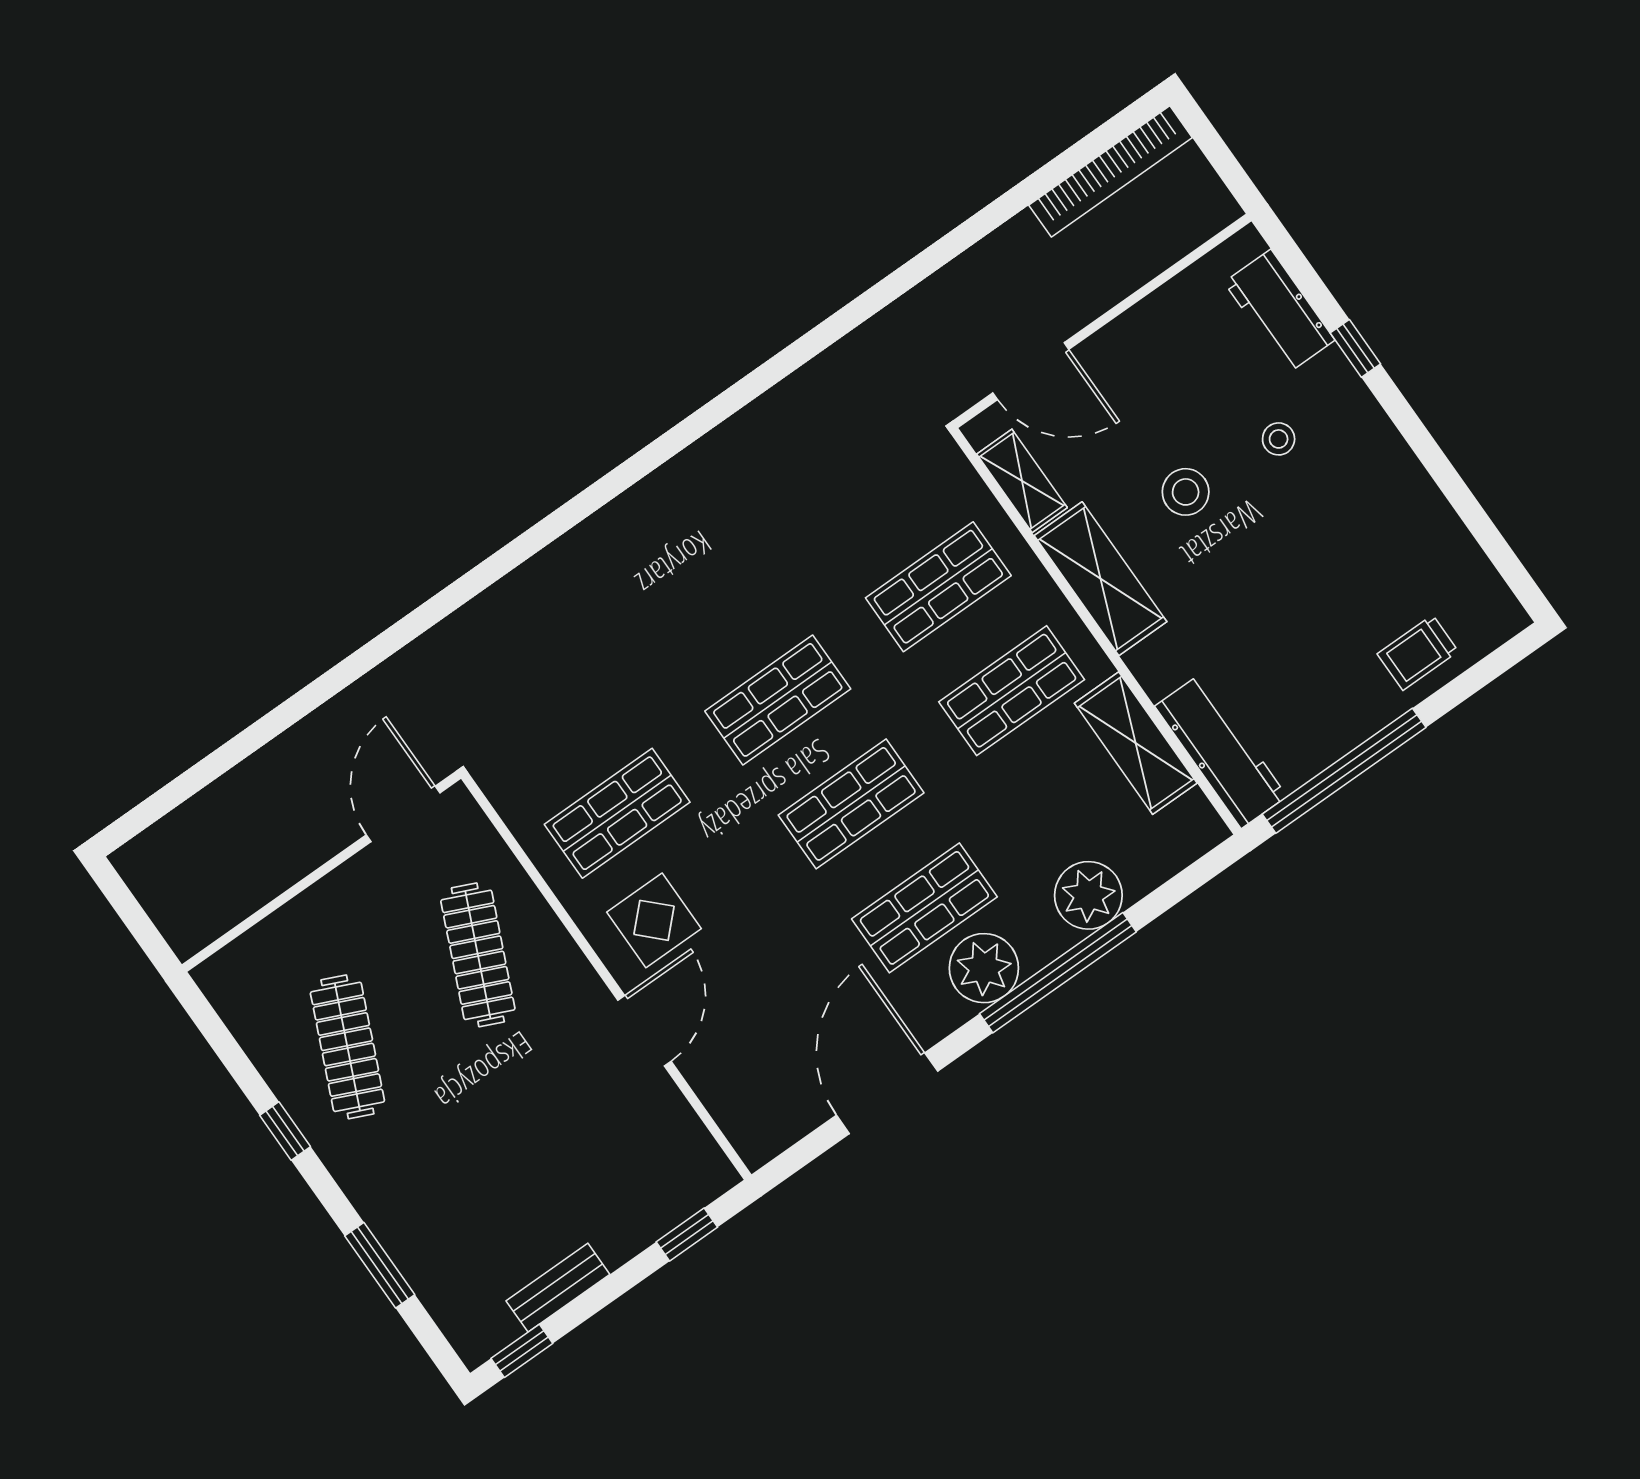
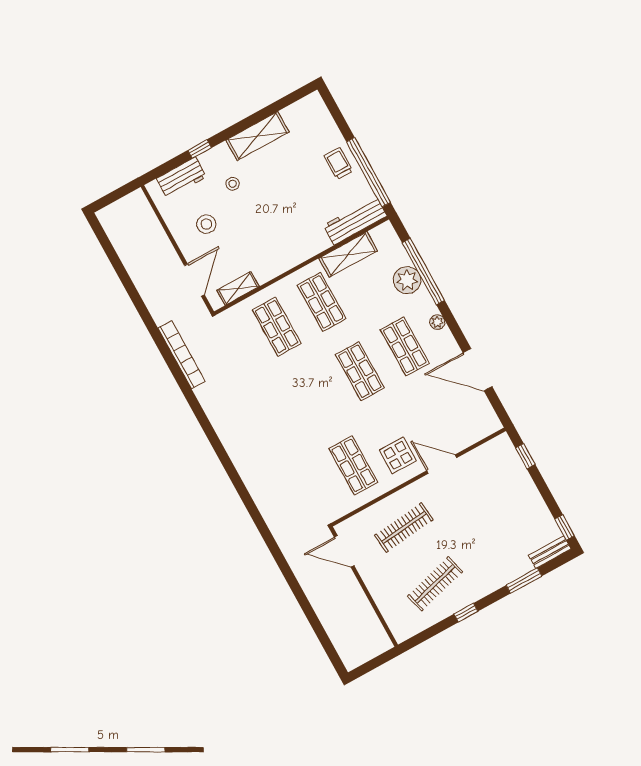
bookcase: (1111, 171) -> (182, 355), moved
stool: (1186, 492) -> (206, 224), moved
shelving: (1101, 579) -> (257, 136), moved
trolley: (1418, 653) -> (338, 163), moved, turned 180
shop shelf: (778, 700) -> (315, 396), removed
clothes rail: (478, 955) -> (404, 528), turned -30
plant: (984, 968) -> (437, 322), width x0.53, depth x0.53
window: (1058, 973) -> (423, 272), moved
clothes rail: (347, 1047) -> (435, 584), turned -39
bench: (558, 1288) -> (550, 552), moved, turned 90

